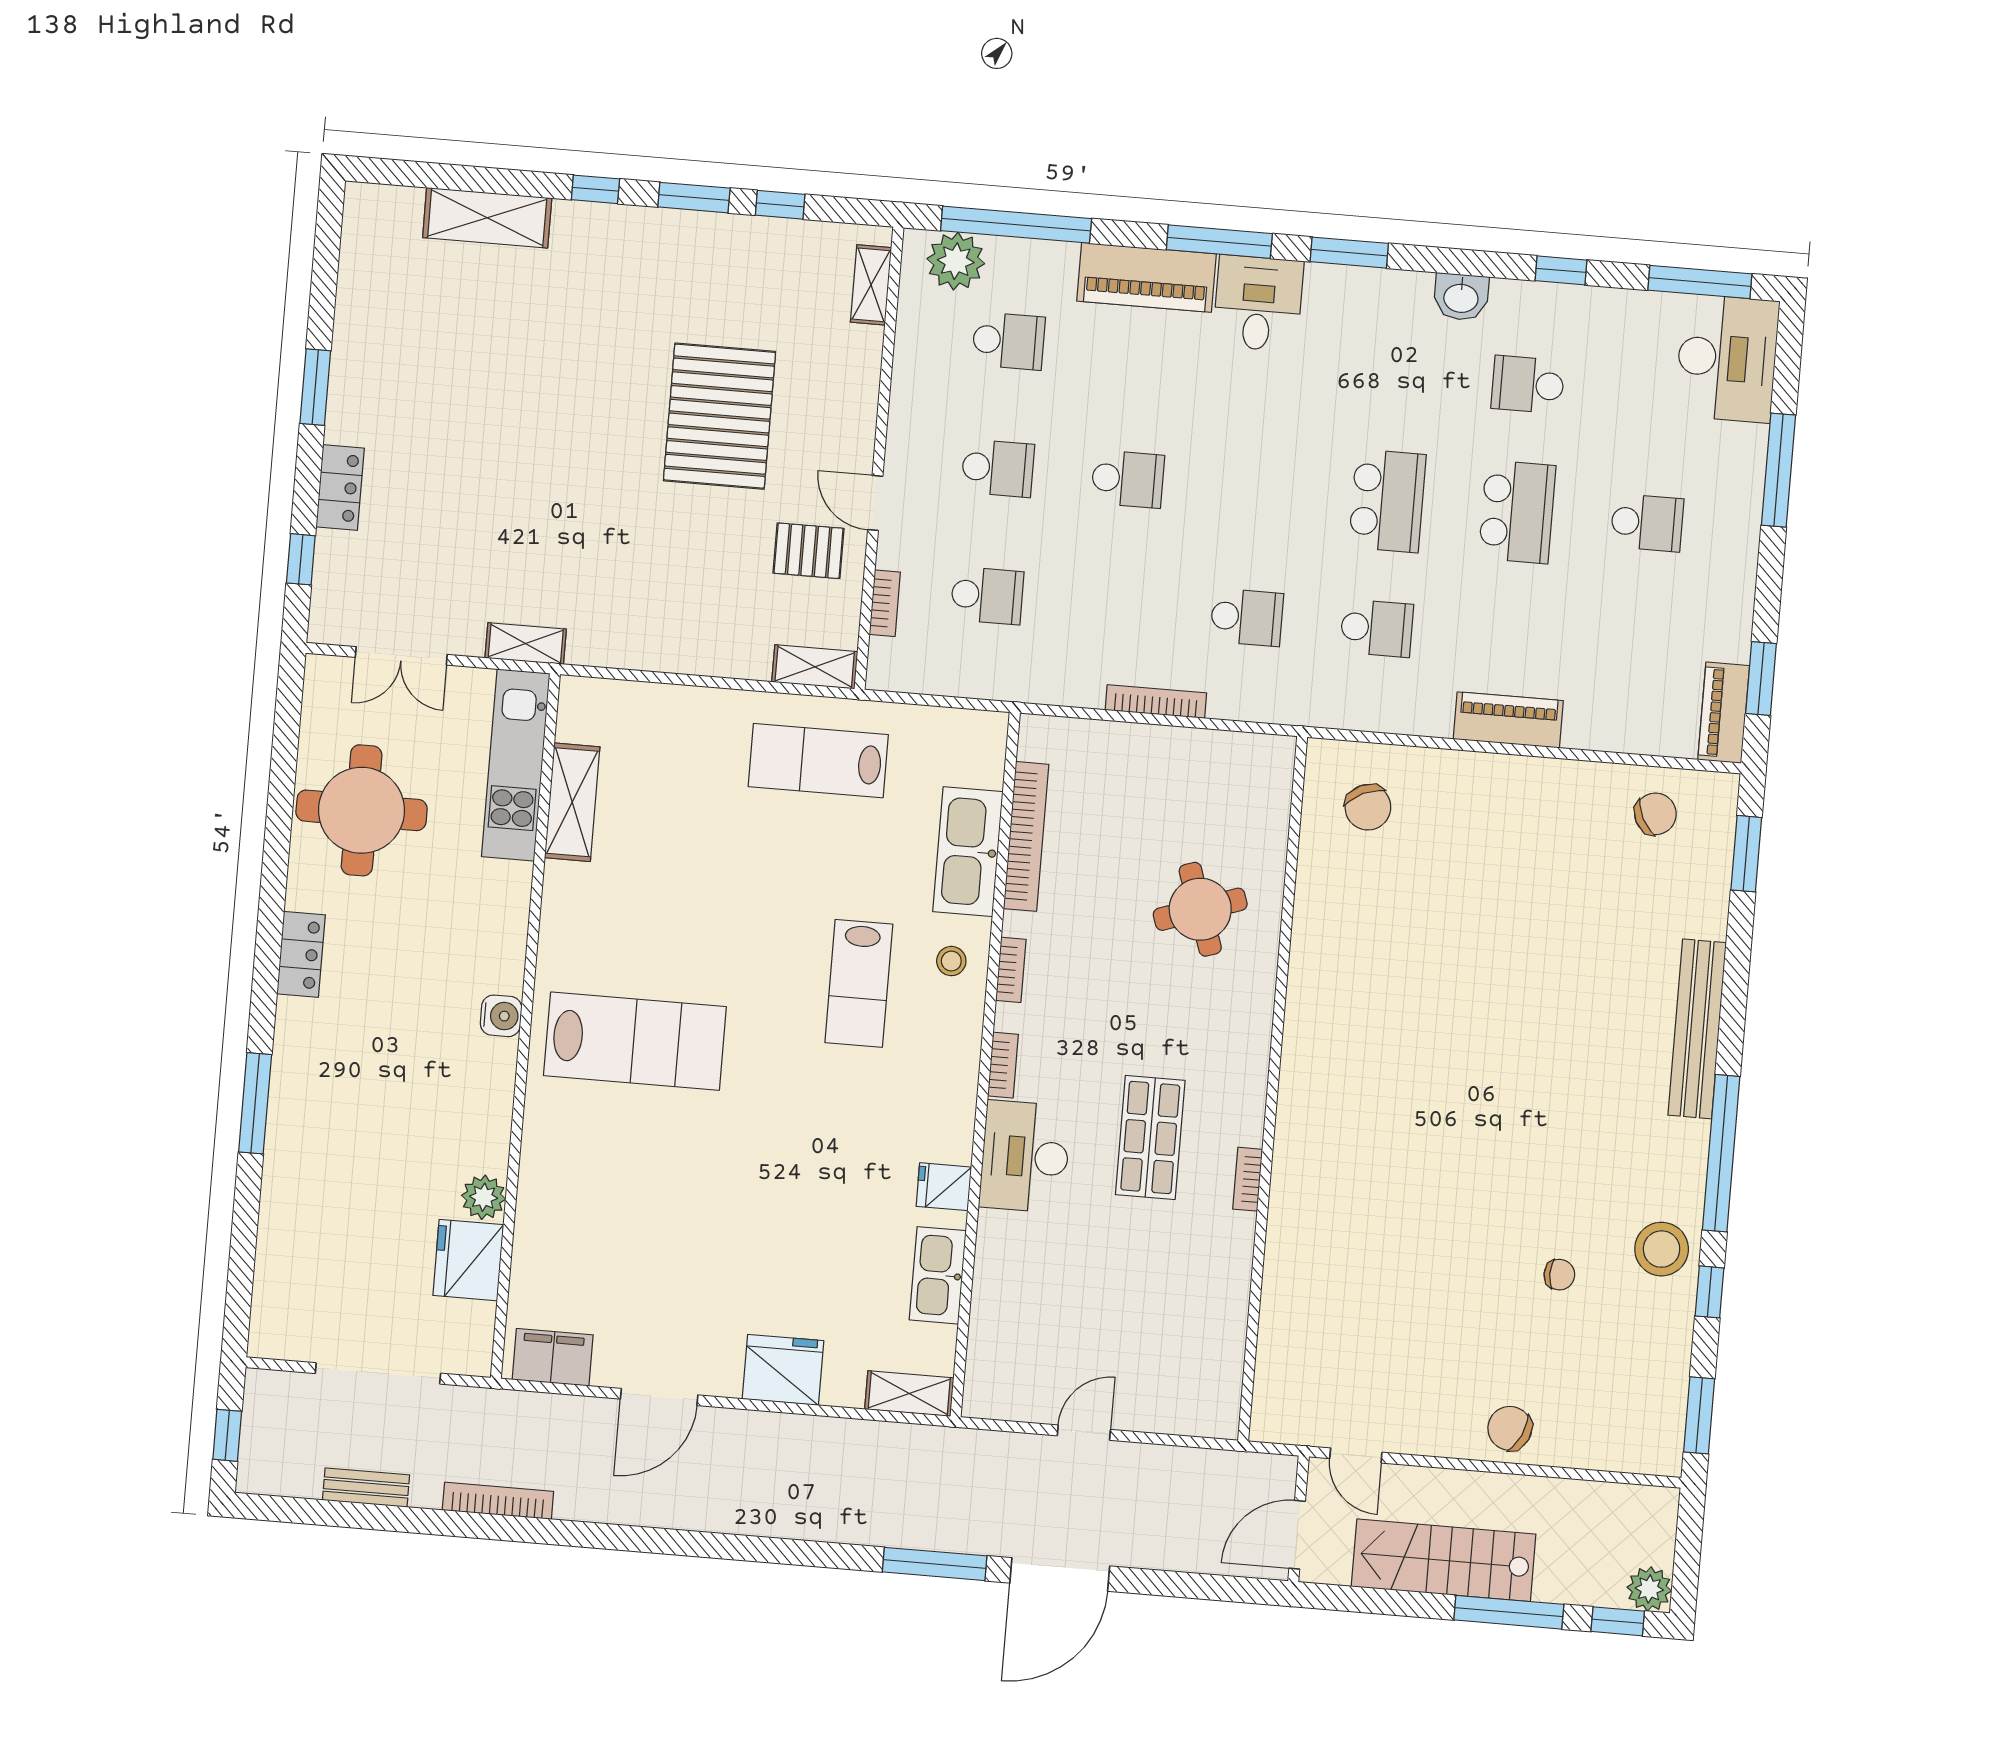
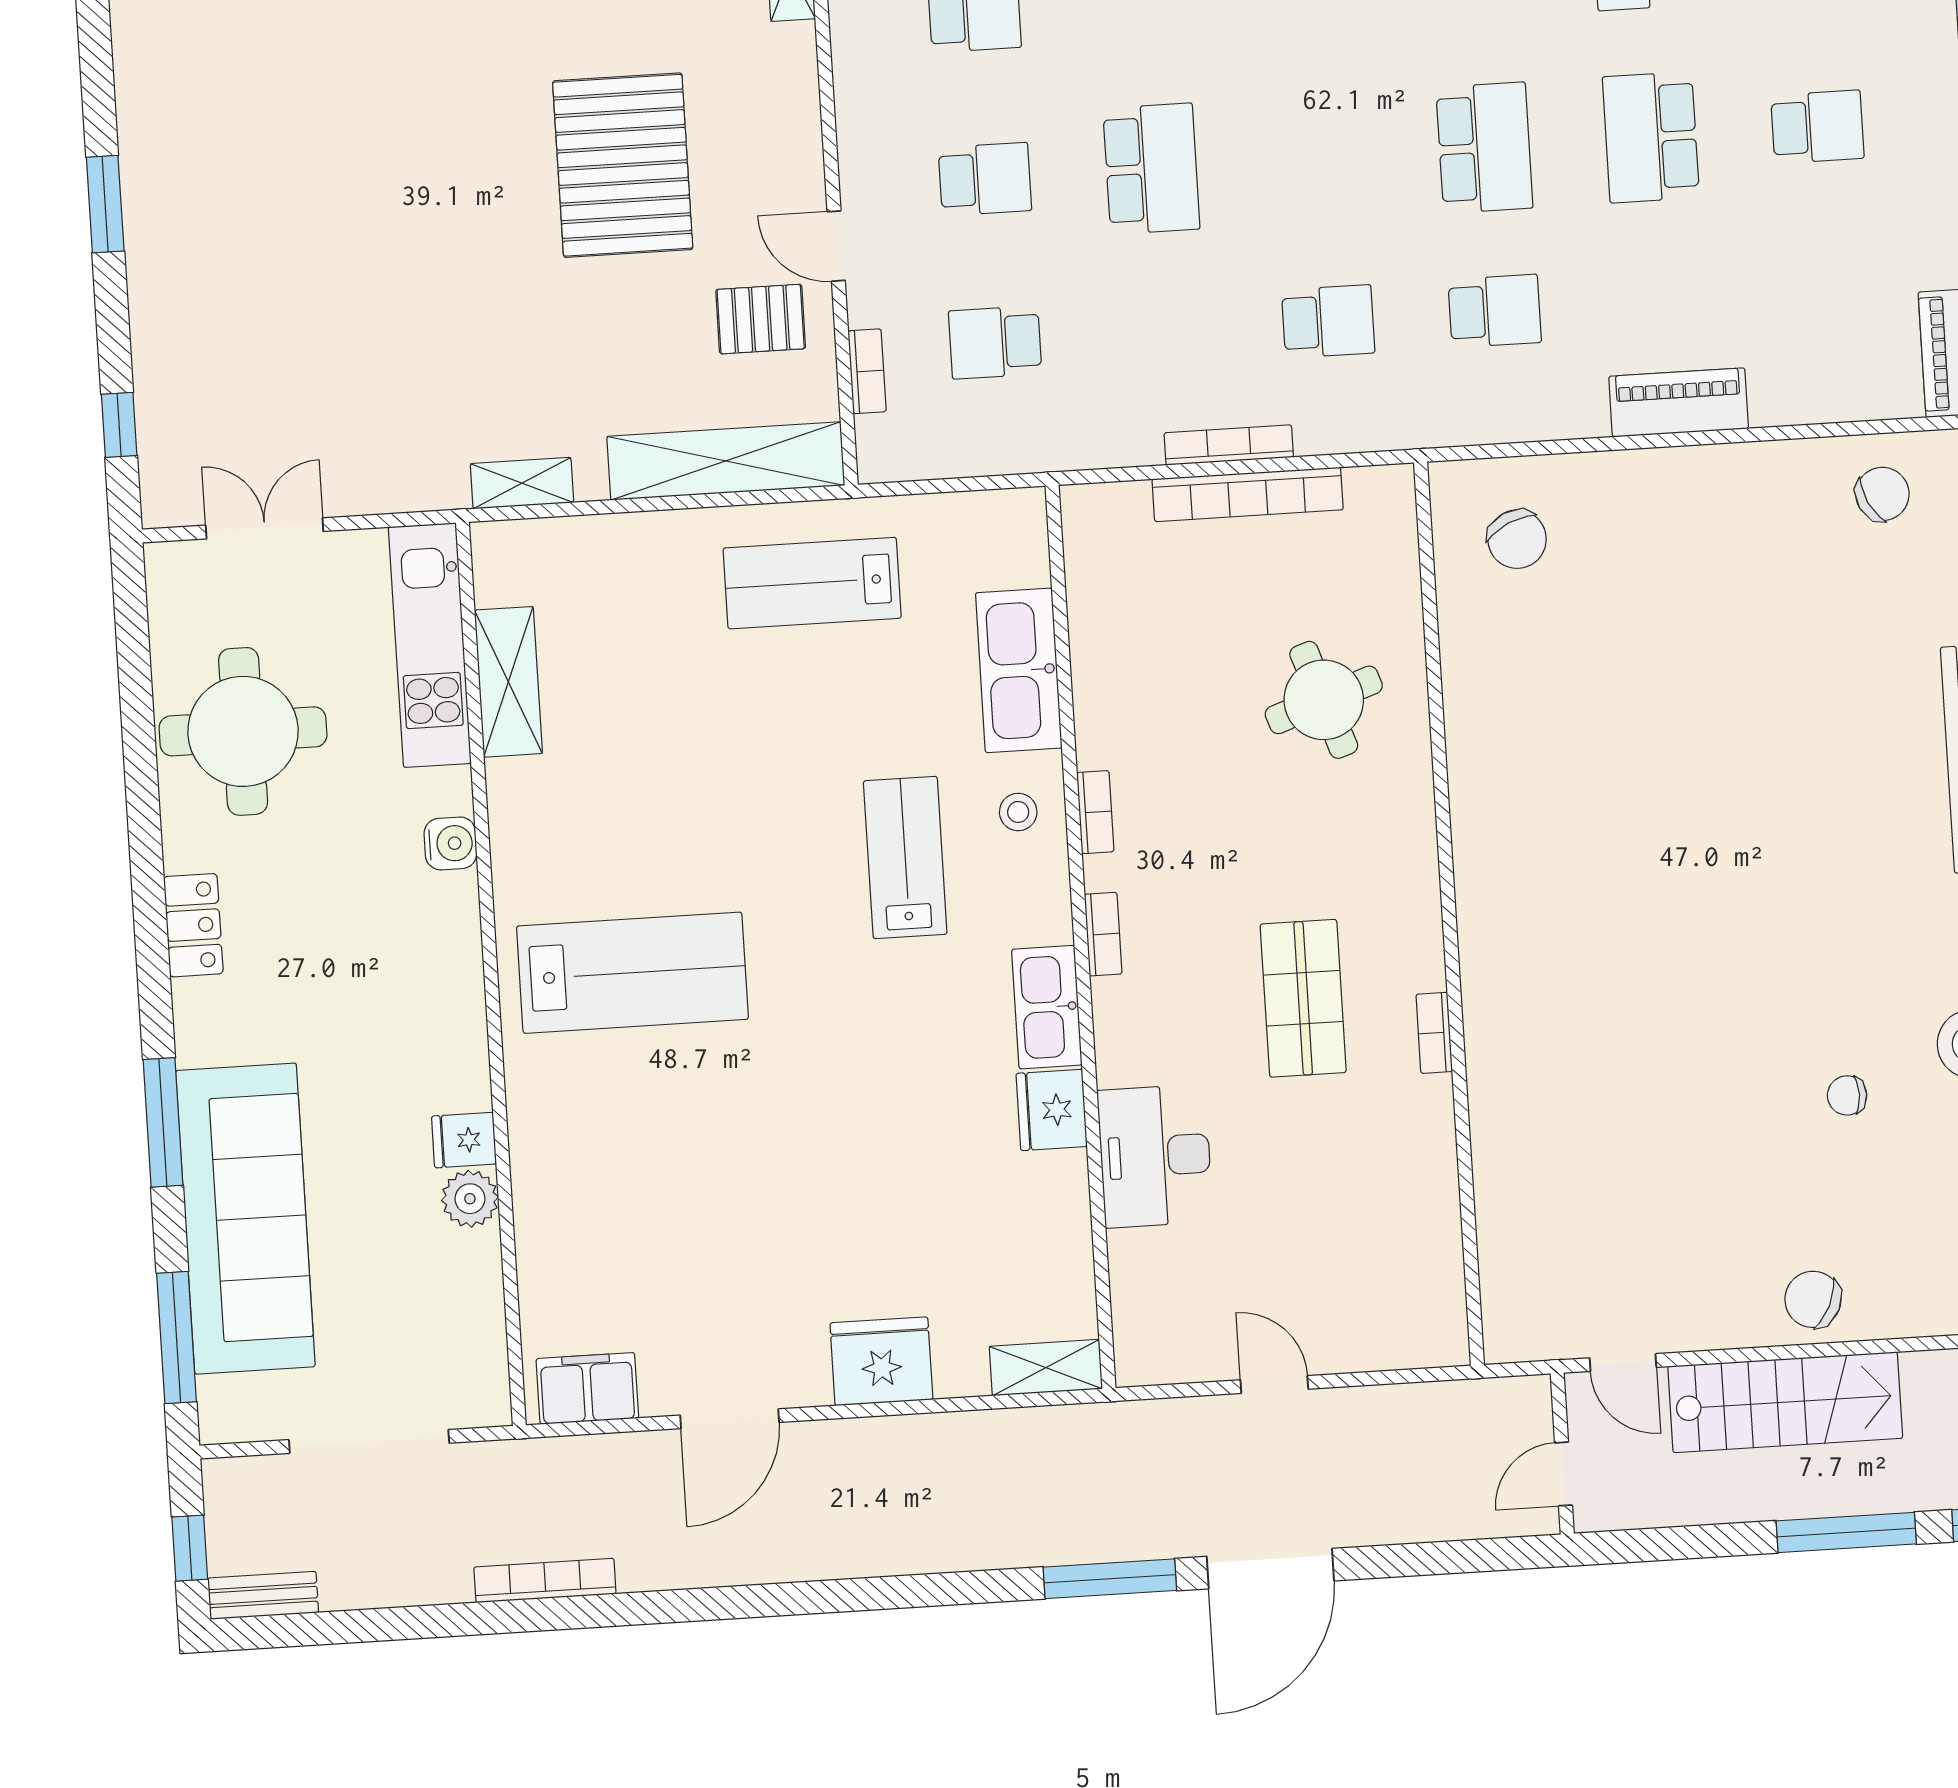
school desk: (1128, 479) -> (1151, 169), width x1.85
locker: (340, 488) -> (156, 327), removed
school desk: (1517, 512) -> (1651, 137), turned 180
school desk: (987, 596) -> (995, 342), turned 180
shelving: (526, 644) -> (522, 483), moved
double door: (401, 656) -> (264, 528), swing flipped
shelving: (815, 667) -> (726, 461), width x2.20, depth x1.33
bookcase: (1026, 836) -> (1248, 494), moved, turned 90
lab bench: (859, 983) -> (905, 858), turned 180
water cooler: (501, 1016) -> (450, 843), moved
desk: (1025, 1157) -> (1155, 1156), moved
sofa: (308, 1187) -> (245, 1219), added
fridge: (944, 1187) -> (1052, 1110), width x1.38
fridge: (468, 1260) -> (464, 1140), moved, width x0.53, depth x0.75
window: (241, 1271) -> (177, 1337), added
kitchen sink: (938, 1275) -> (1047, 1007), moved
chair: (1559, 1275) -> (1847, 1095), turned 180
door: (1084, 1433) -> (1274, 1384), hinge flipped
bench: (366, 1488) -> (263, 1595), moved
door: (1297, 1535) -> (1564, 1474), width x0.73
stairs: (1444, 1560) -> (1785, 1402), moved, turned 180

